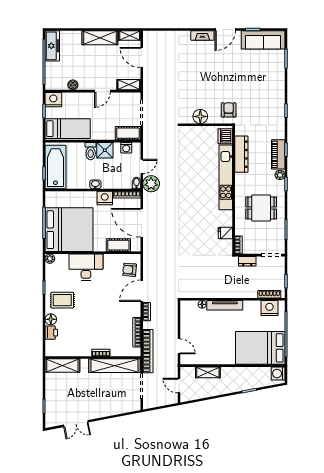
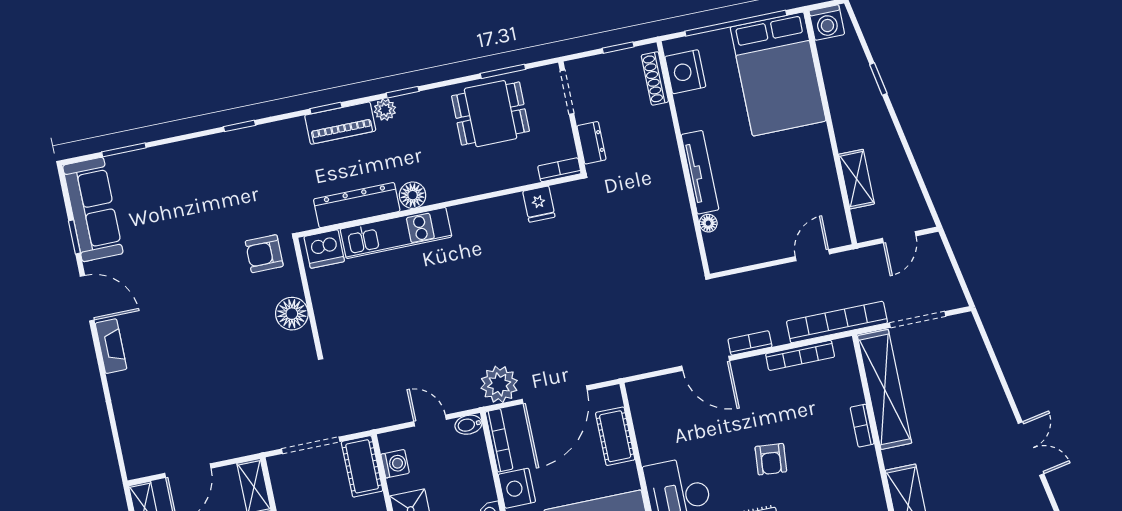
kitchen unit: (226, 177) -> (396, 233), width x0.73
floor lamp: (241, 179) -> (413, 195), added
plant: (151, 184) -> (499, 384), moved
dining table: (261, 208) -> (491, 114), moved, turned 90
armchair: (130, 270) -> (771, 459), moved

